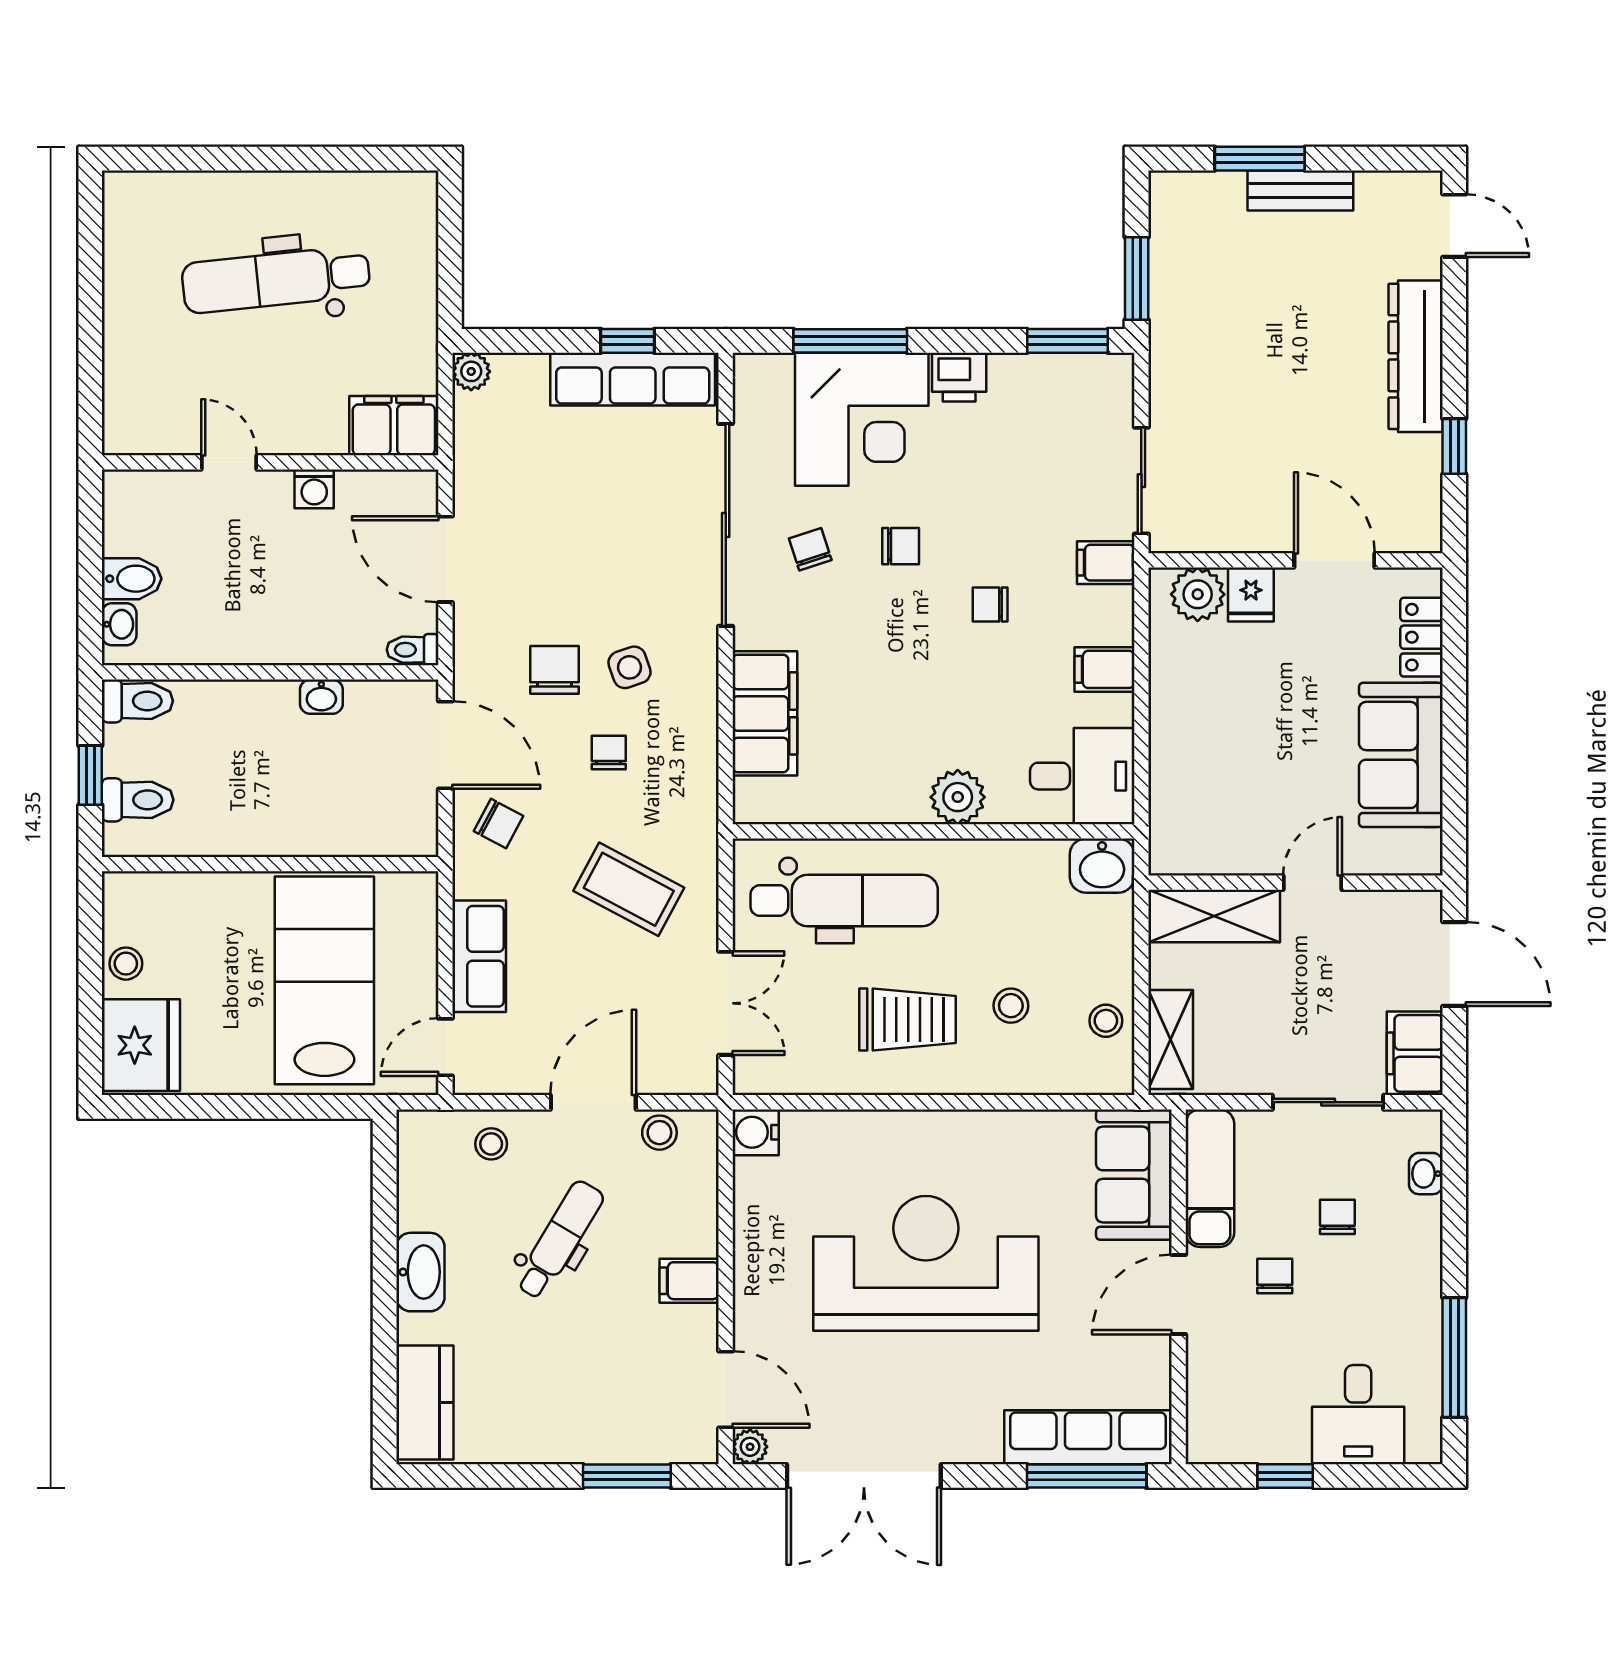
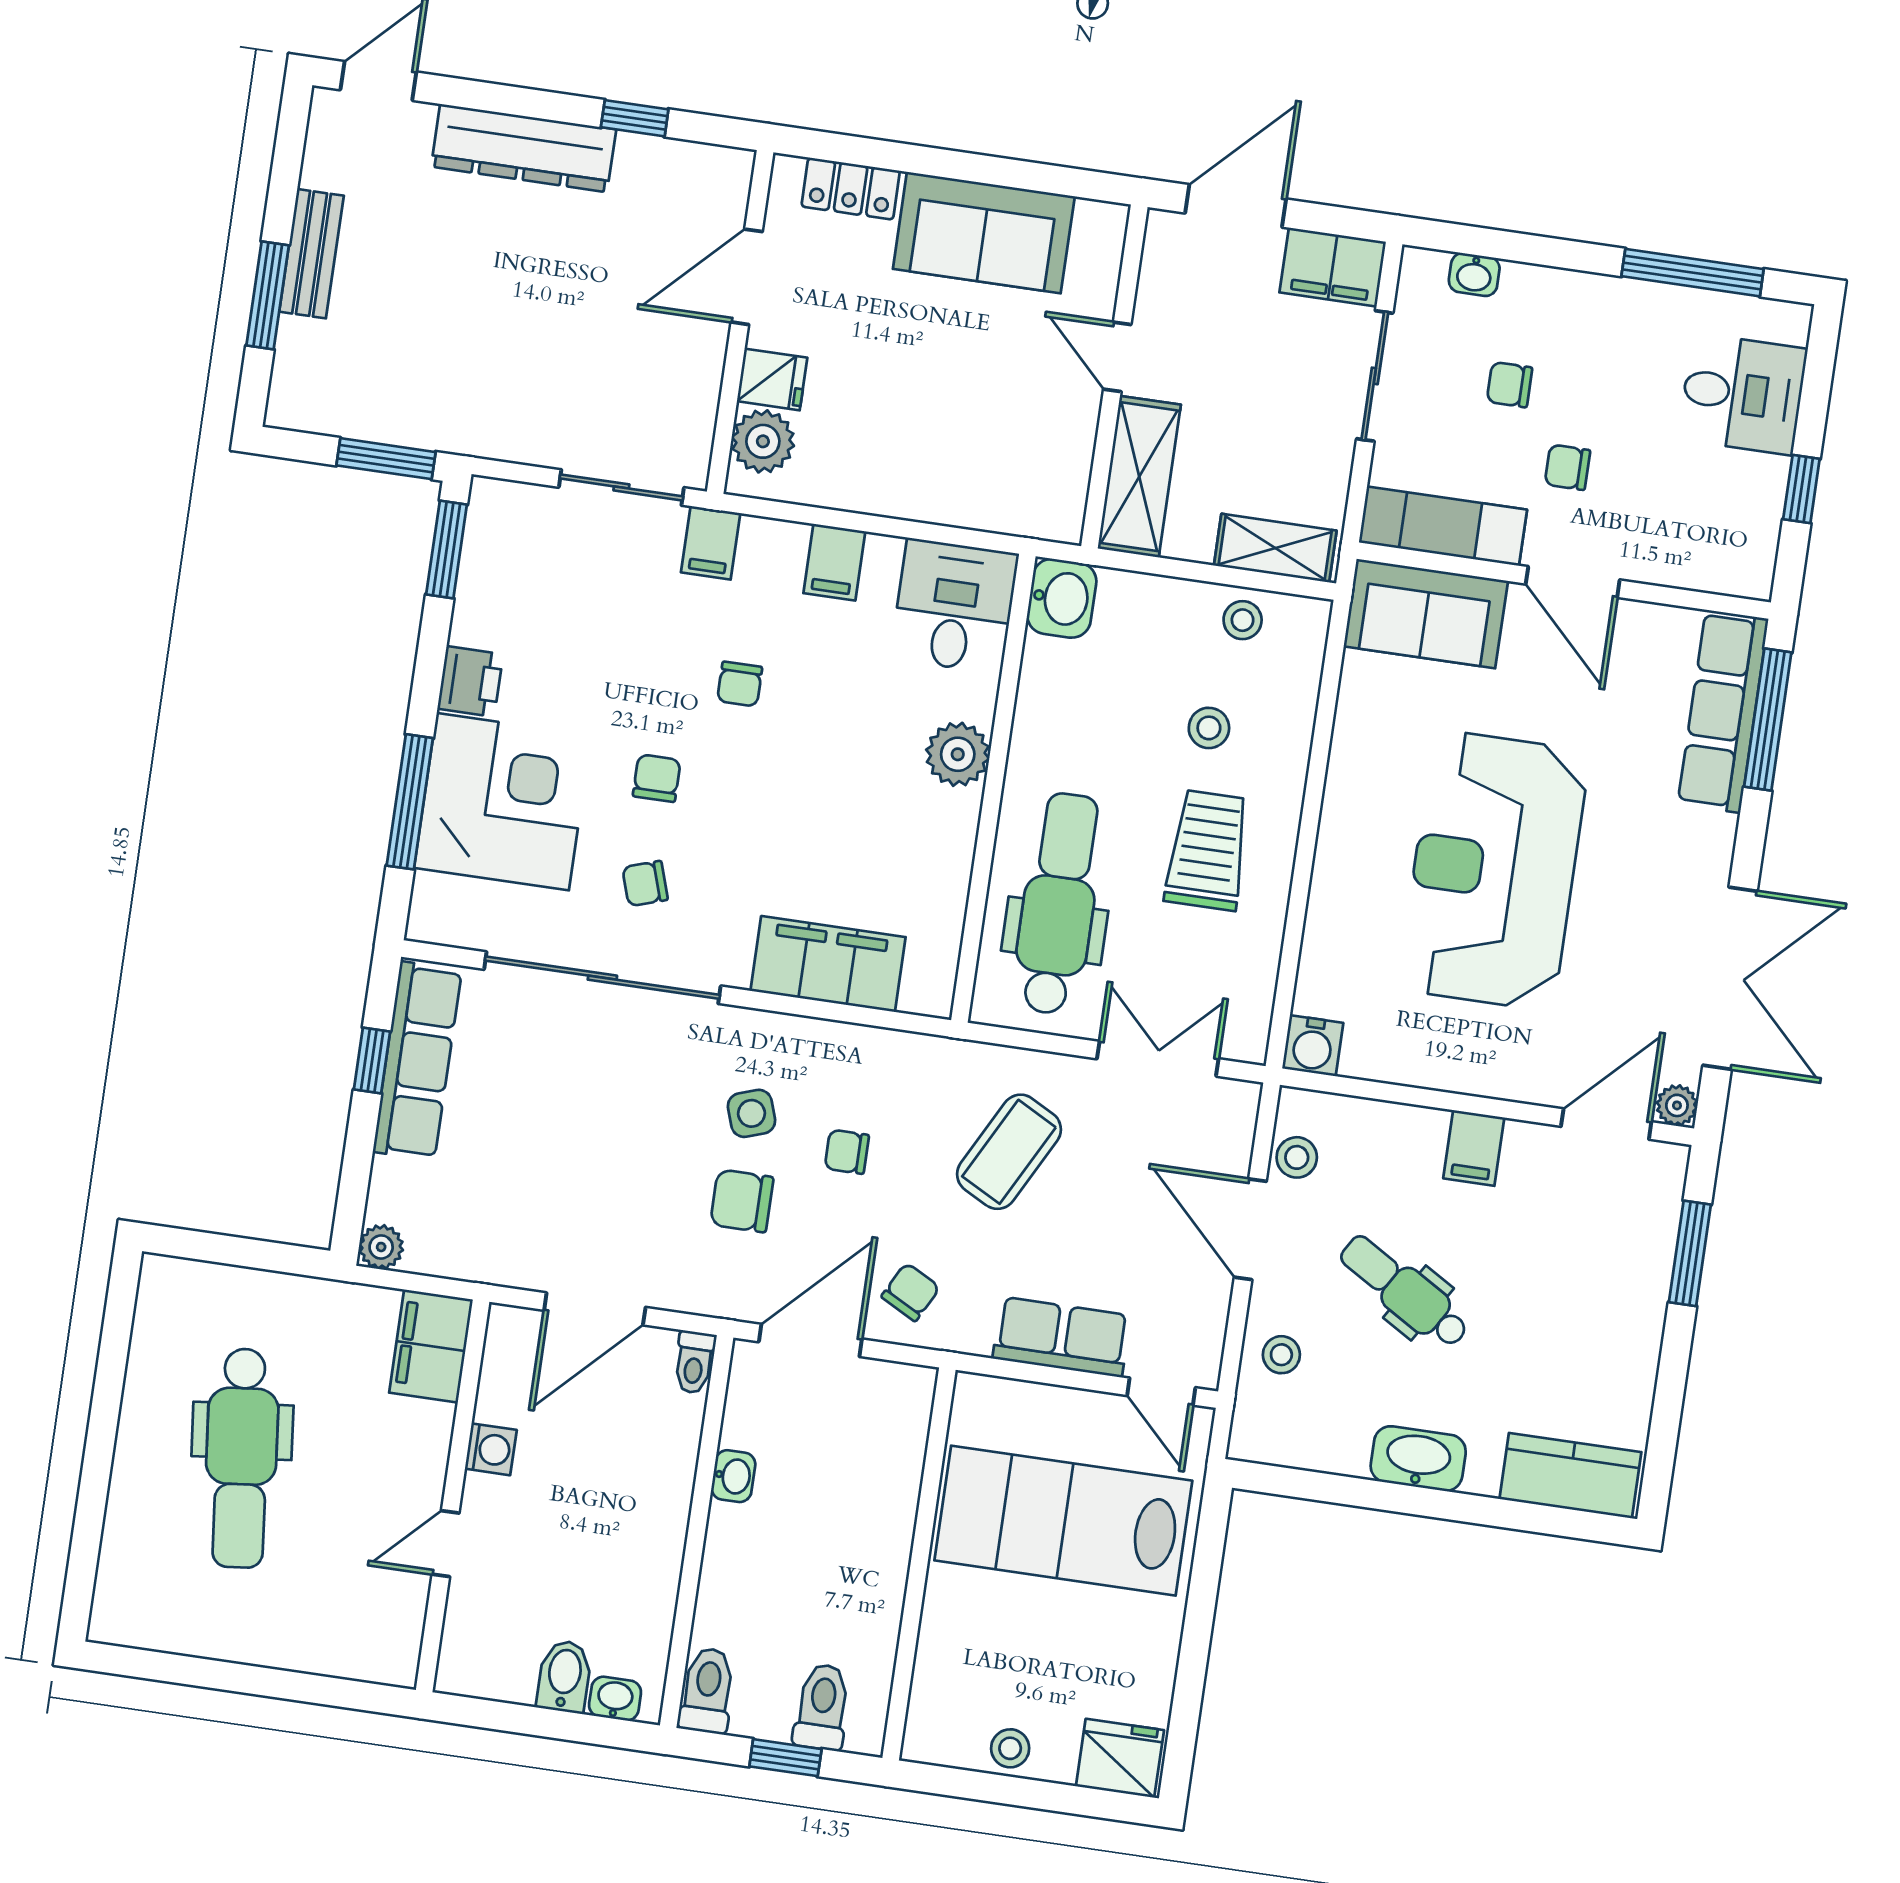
fridge: (141, 1045) -> (1120, 1758), width x0.73, depth x0.75

